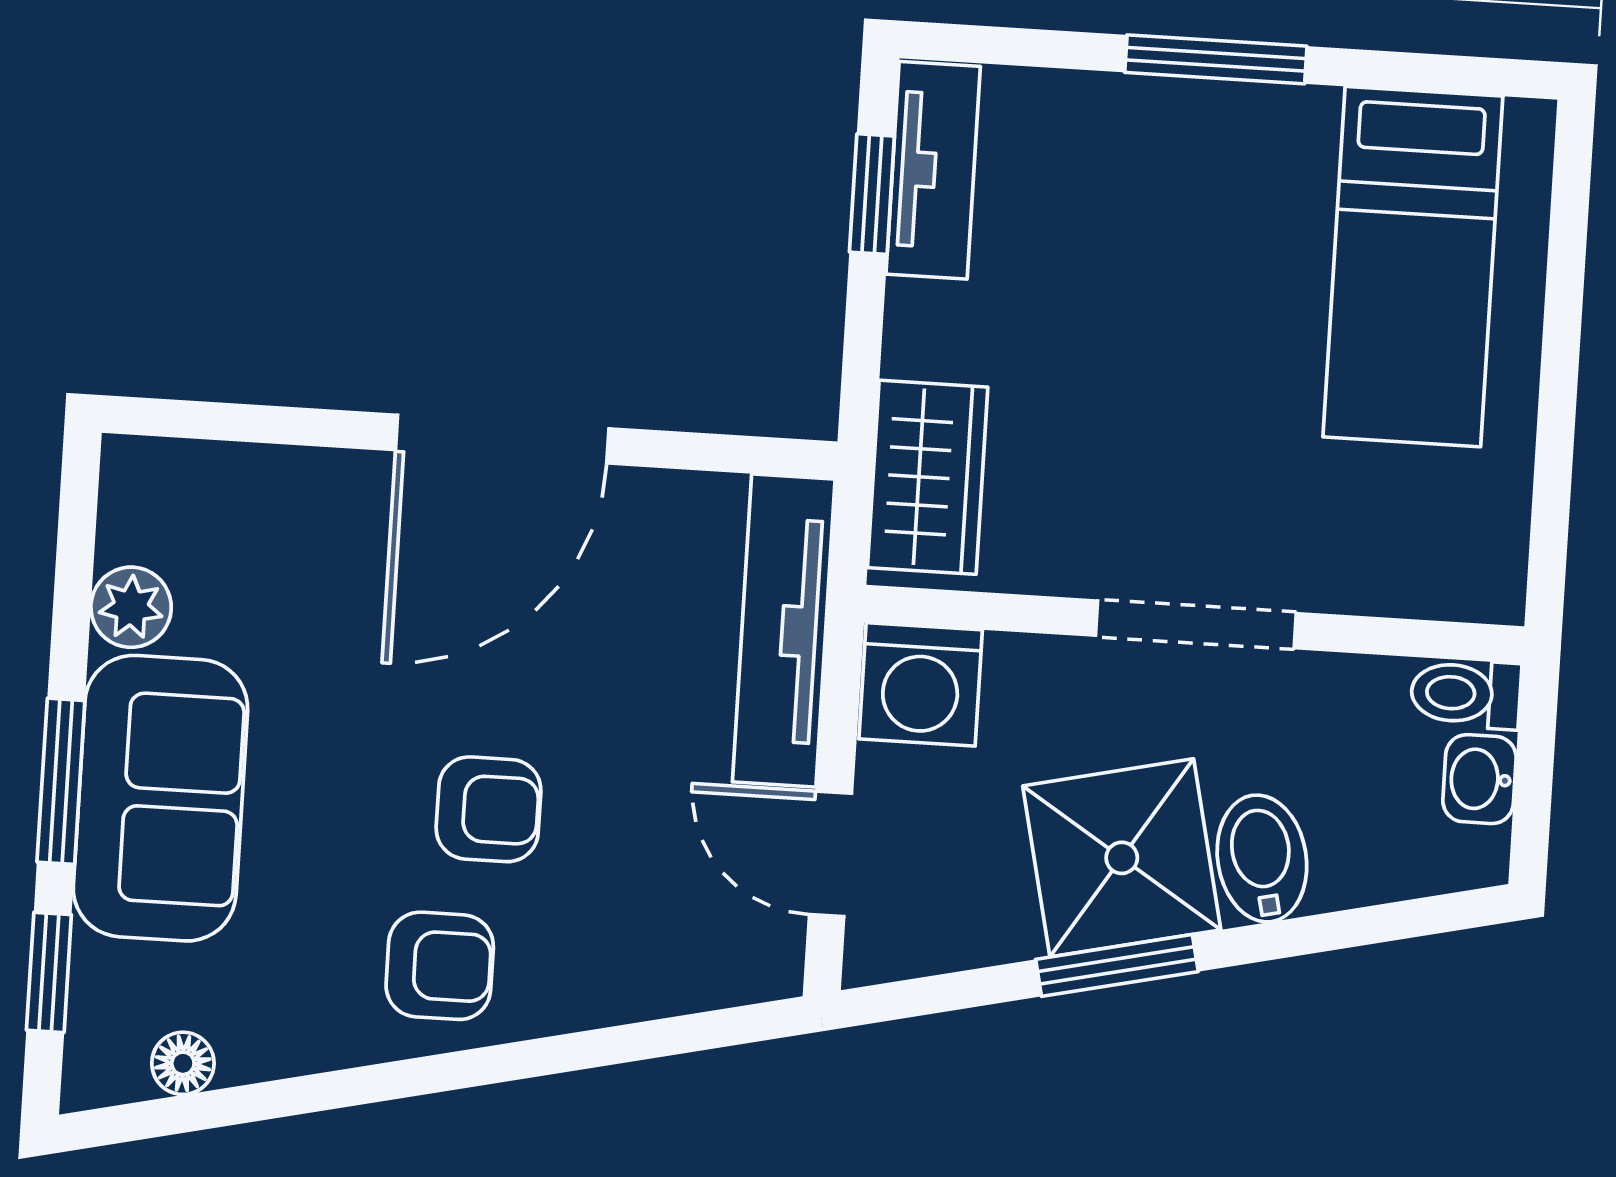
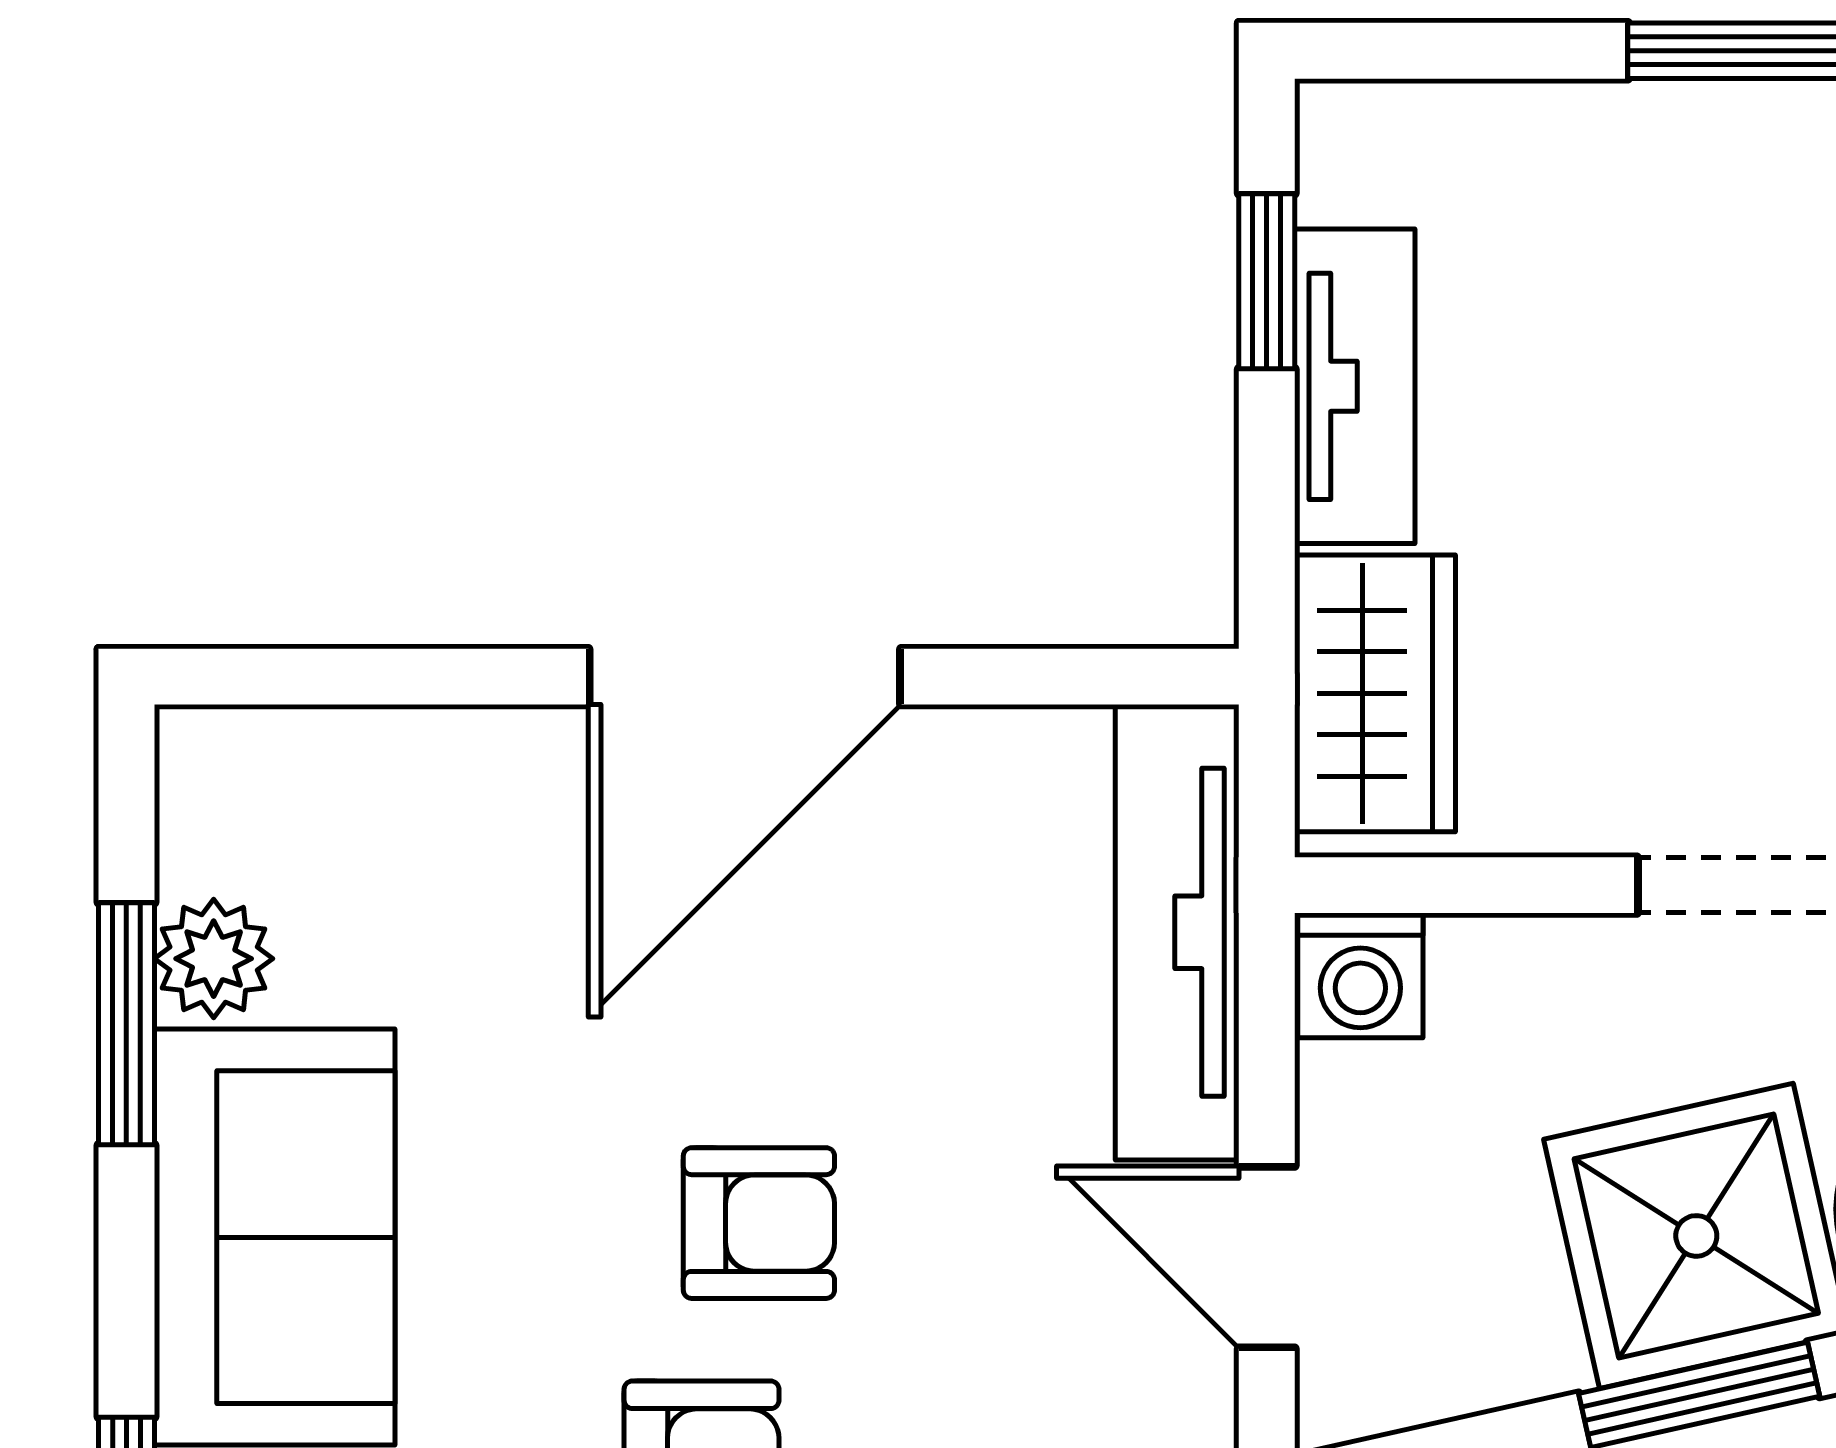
tv unit: (933, 170) -> (1355, 386), moved
washing machine: (921, 684) -> (1360, 975), width x0.73, depth x0.73
window: (61, 781) -> (126, 1024), moved

